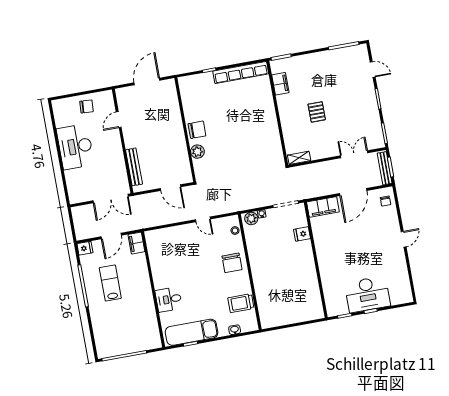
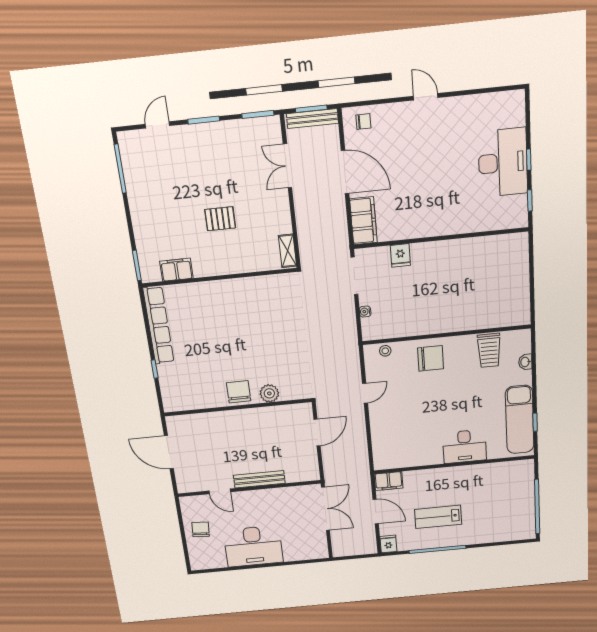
bench: (134, 167) -> (259, 479), moved
plant: (251, 218) -> (370, 327), removed
desk: (169, 299) -> (464, 446), width x1.37

